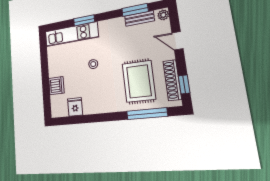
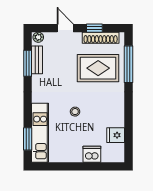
window: (84, 20) -> (28, 139), moved
door: (177, 41) -> (65, 28), swing flipped
window: (184, 84) -> (94, 28), moved

